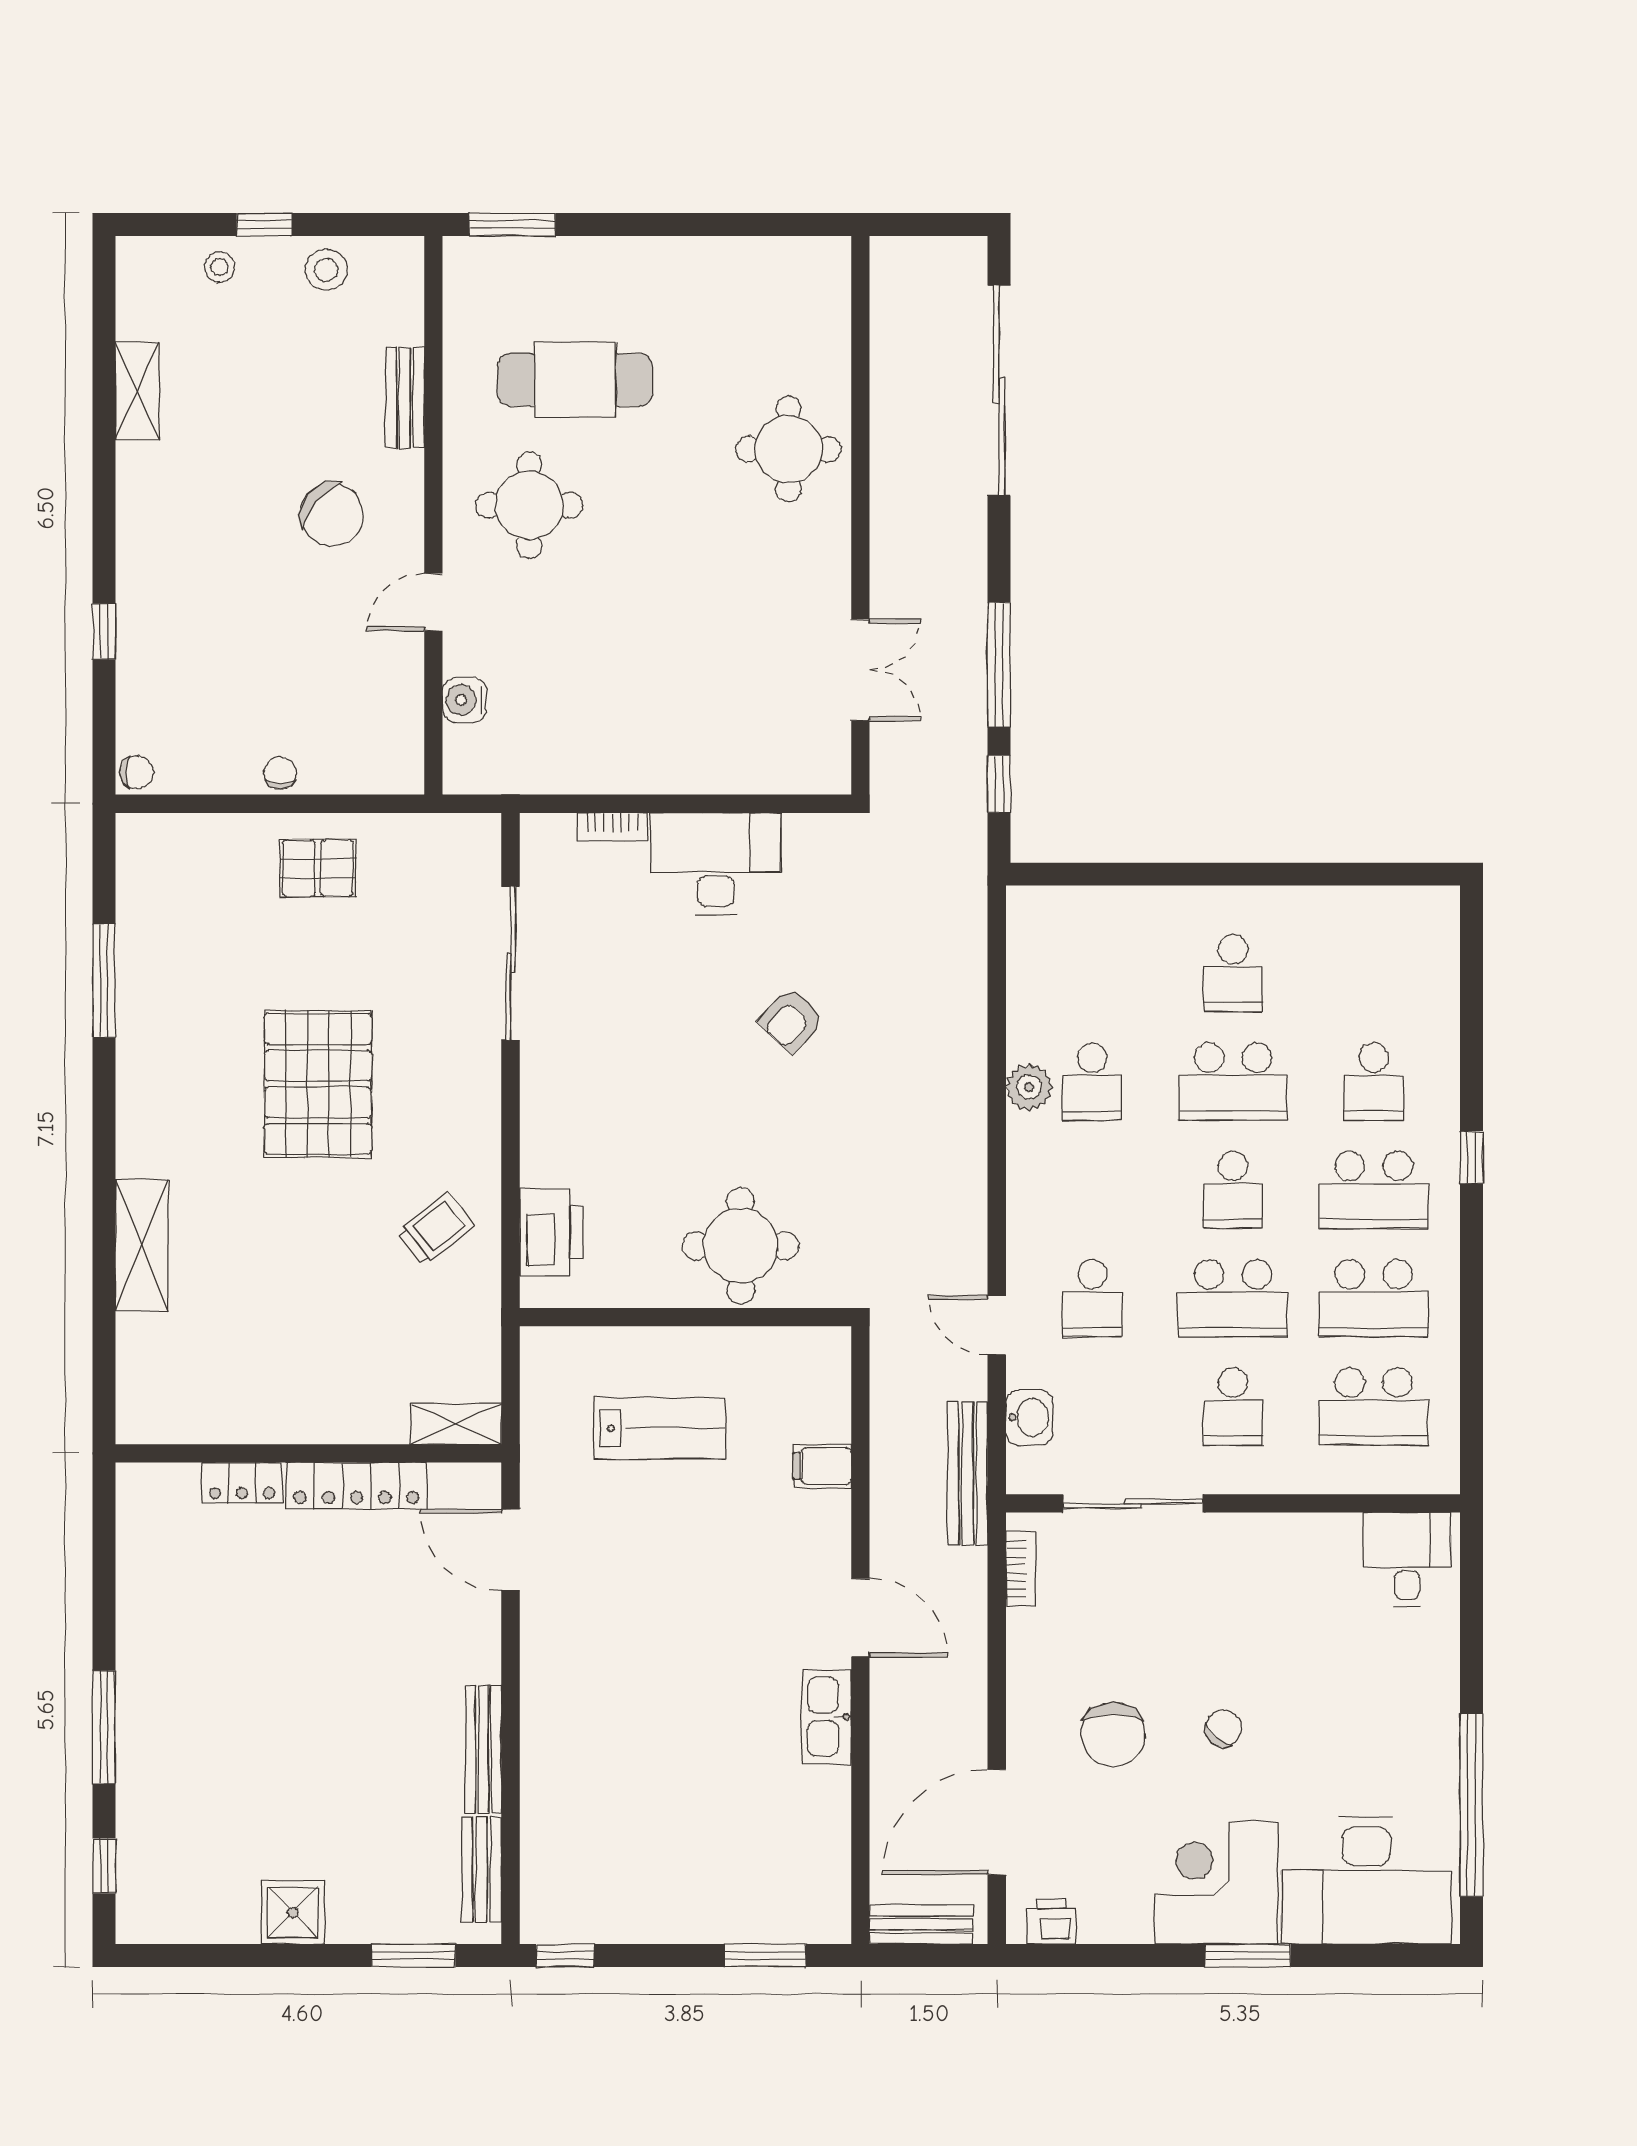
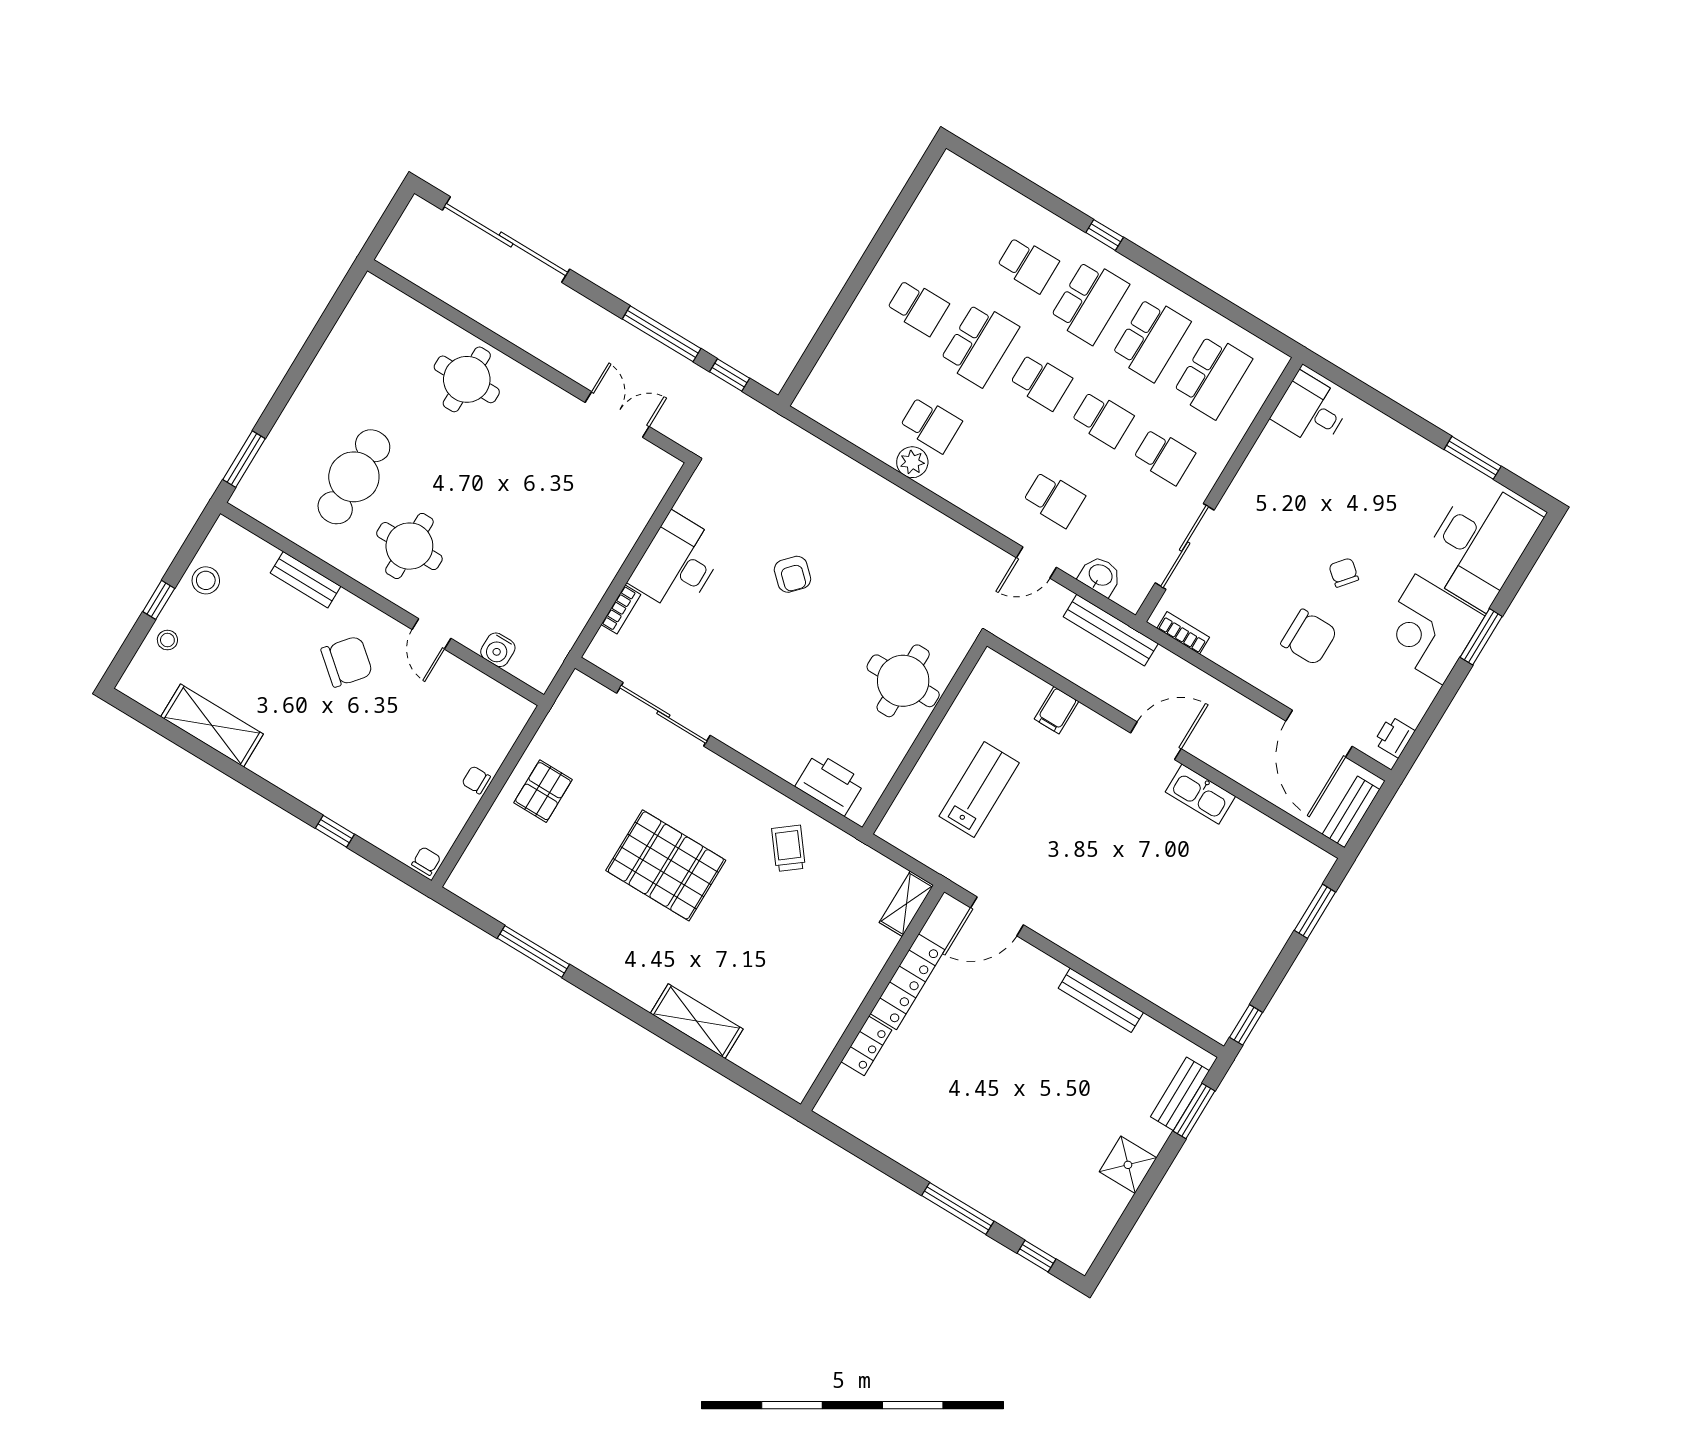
shelving: (137, 391) -> (212, 725), width x1.50, depth x1.33
school desk: (1233, 1298) -> (1102, 419), width x0.54
window: (1471, 1805) -> (1473, 458), width x0.47
bench: (481, 1870) -> (1180, 1094), moved, turned 90

